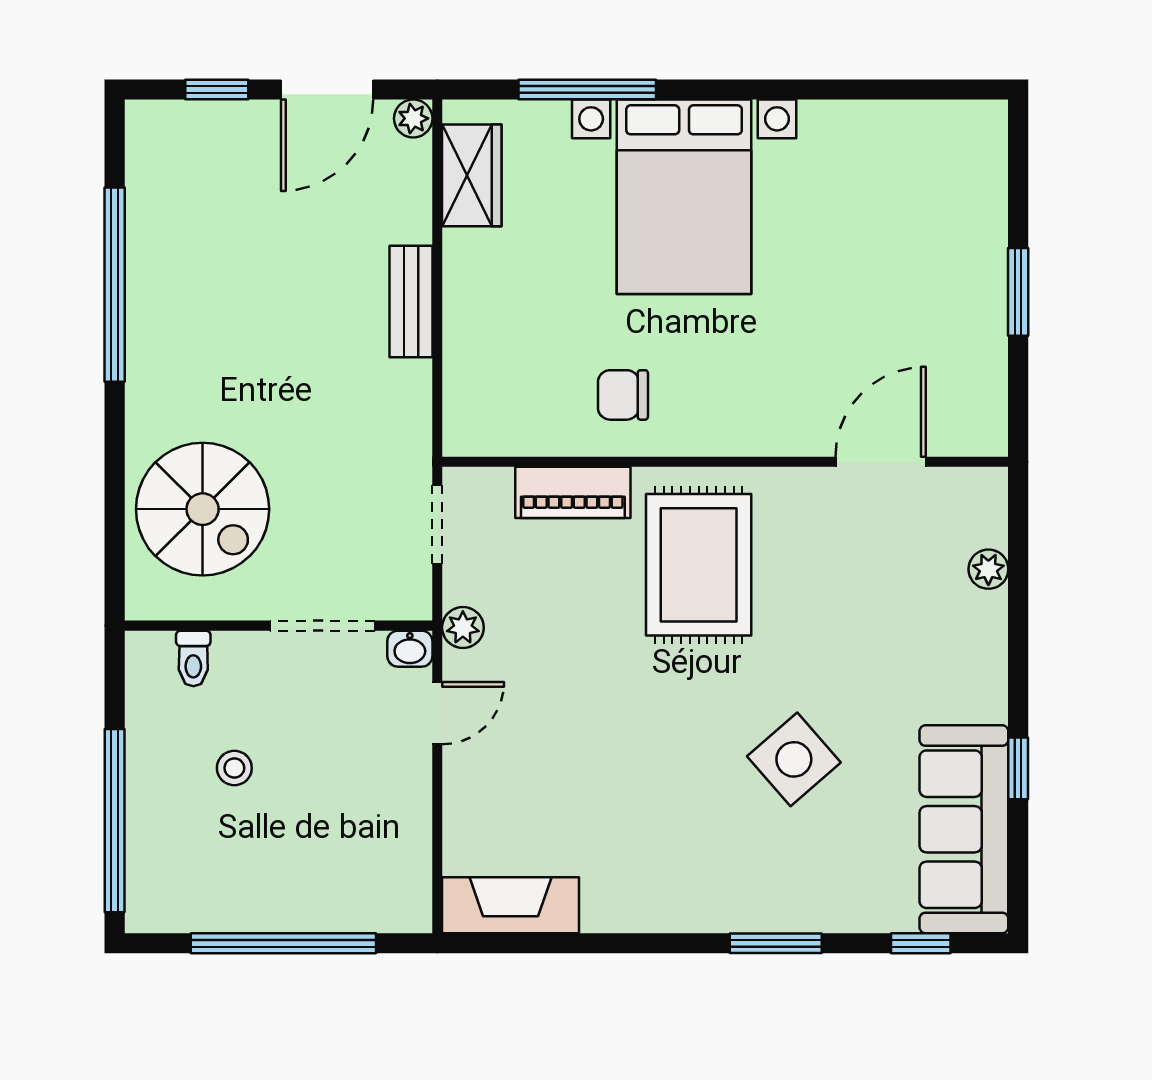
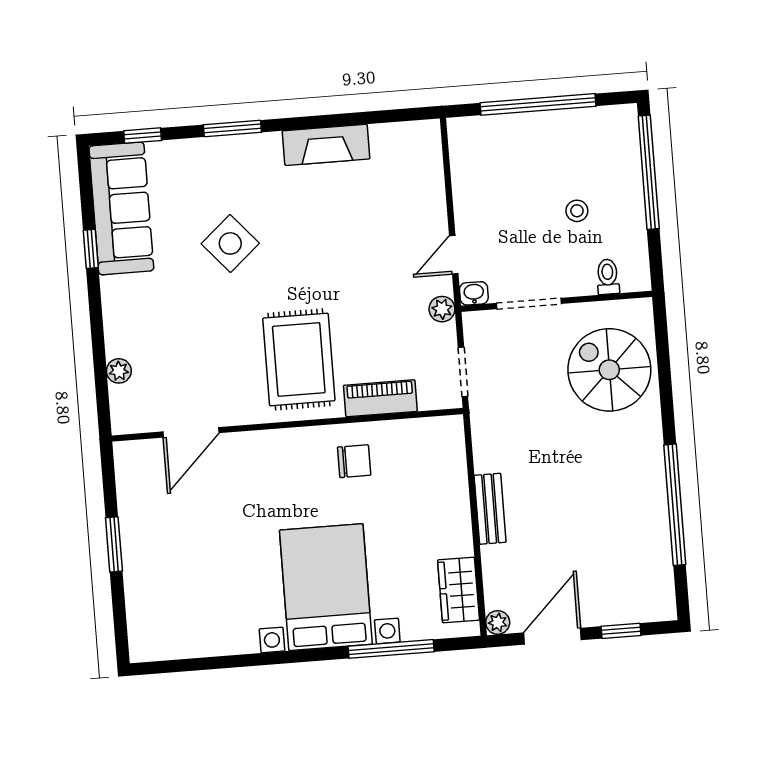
fireplace: (511, 905) -> (326, 145), moved

